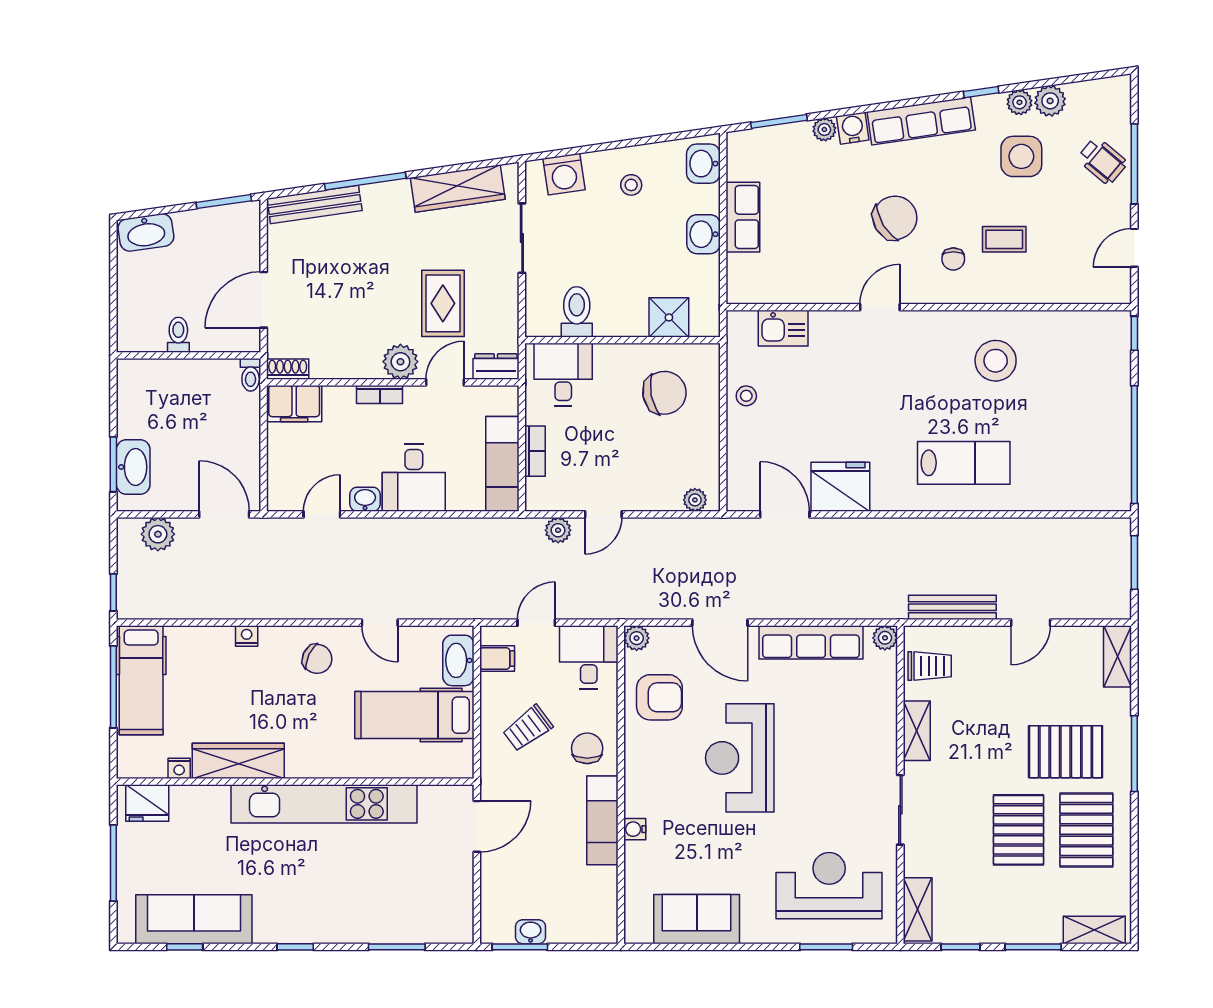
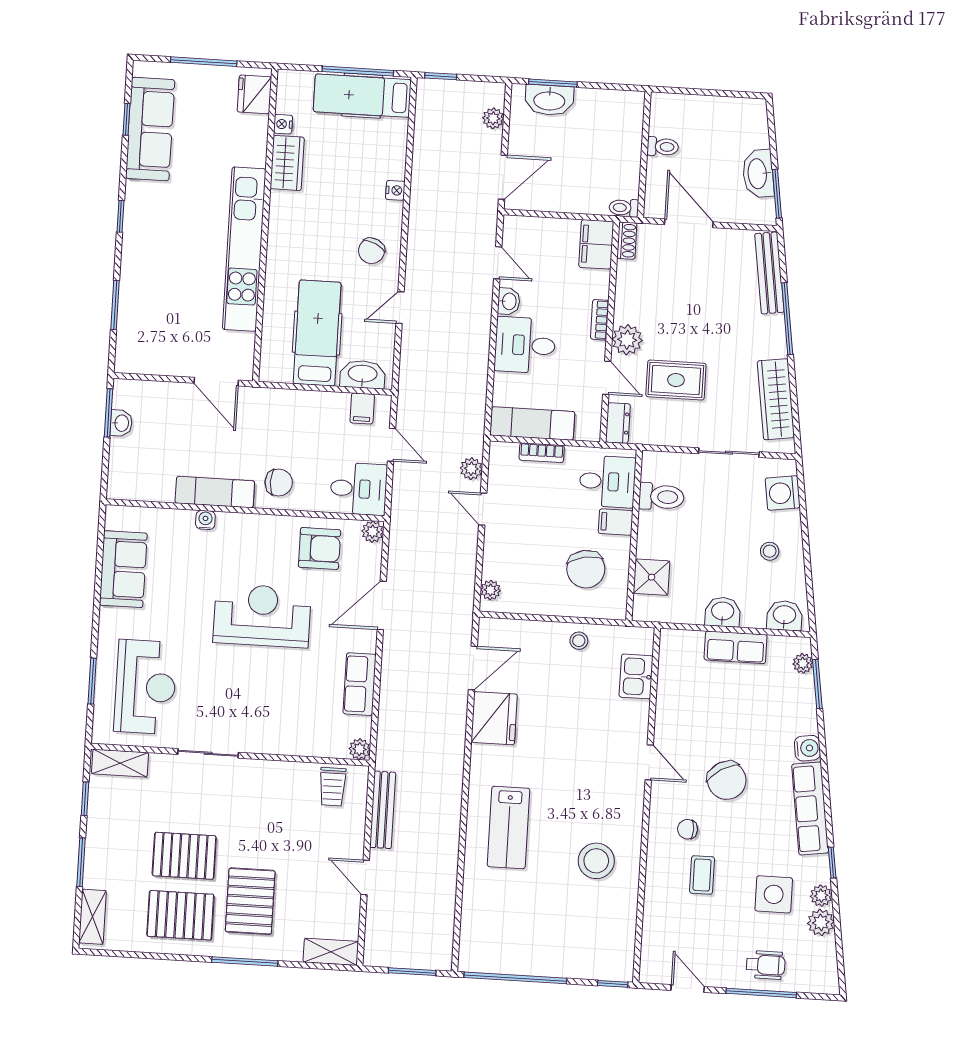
plant: (824, 130) -> (803, 663), moved
wheelchair: (1102, 161) -> (766, 965), turned -130
washbasin: (146, 232) -> (758, 174), moved
filing cabinet: (609, 362) -> (616, 522), added
plant: (158, 534) -> (493, 118), width x0.73, depth x0.73
row of seats: (811, 642) -> (360, 684), width x0.68
armchair: (659, 697) -> (319, 548), turned -90
trolley: (528, 728) -> (299, 431), removed
shelving: (917, 731) -> (276, 772), removed
wardrobe: (238, 761) -> (287, 163), width x0.67

